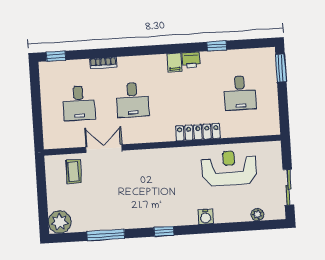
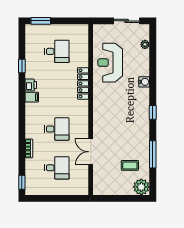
coffee table: (74, 171) -> (130, 165), moved

